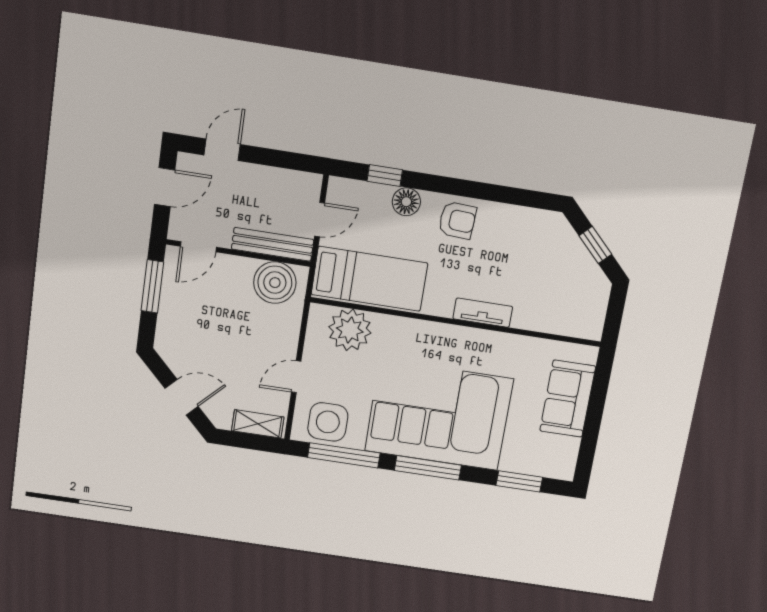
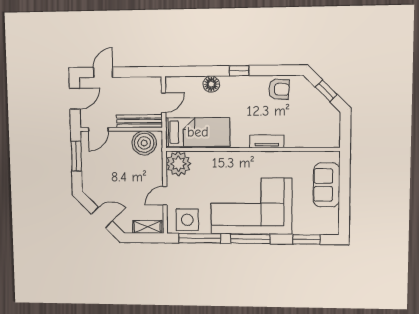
window: (385, 176) -> (239, 71), moved
armchair: (457, 220) -> (279, 89), moved
plant: (350, 330) -> (178, 164), moved

